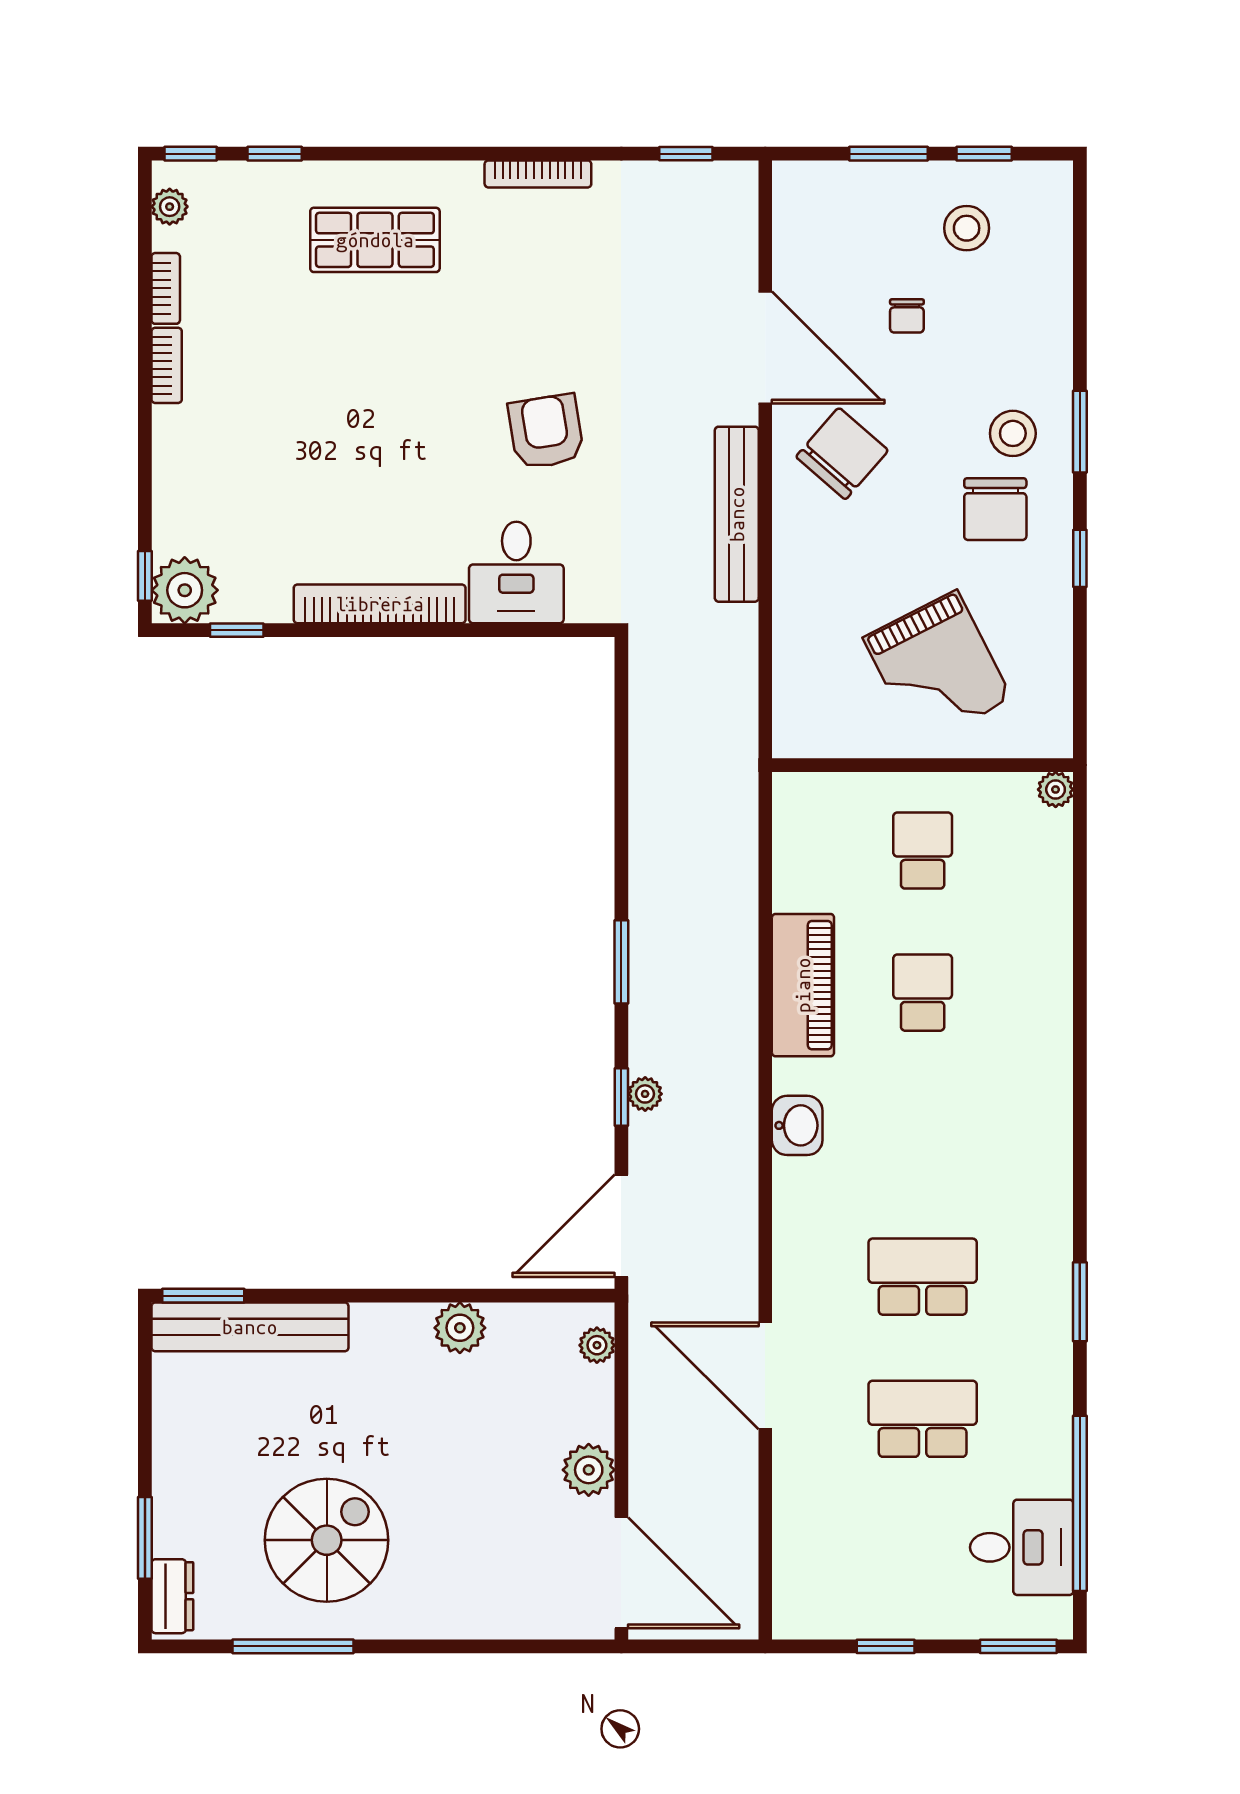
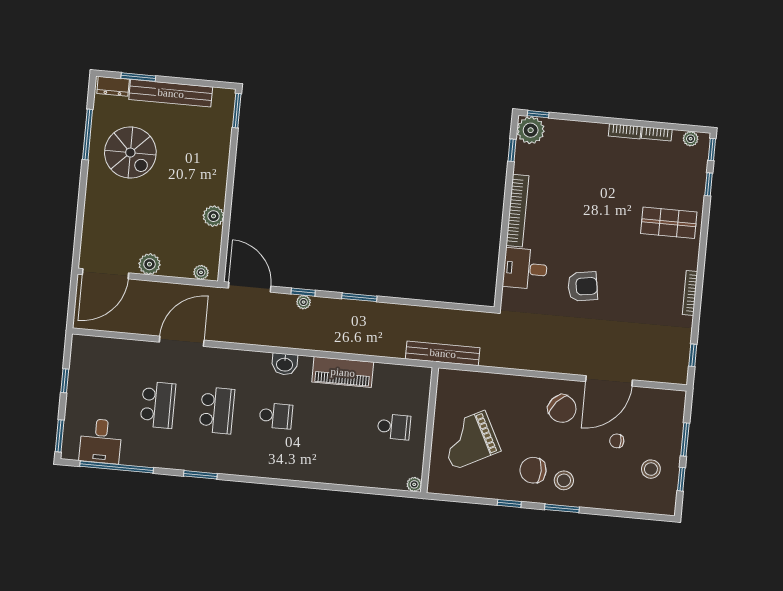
shop shelf: (375, 240) -> (669, 223), turned 90
bench: (737, 514) -> (443, 353), moved
school desk: (923, 993) -> (276, 416), moved
bench: (250, 1327) -> (171, 93), moved, turned 90

